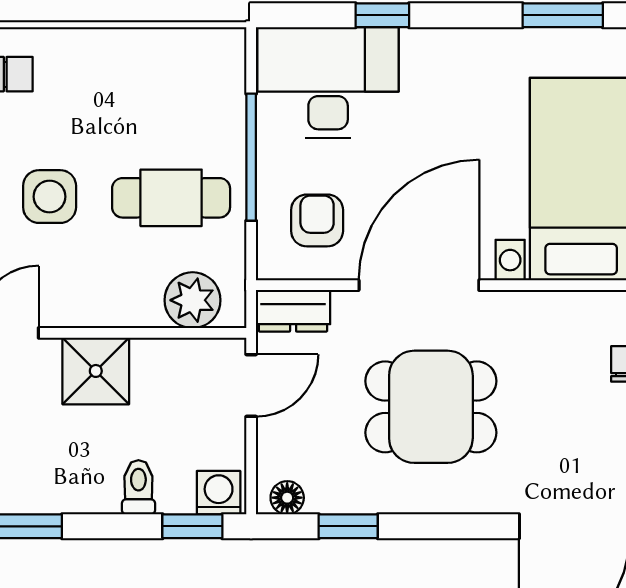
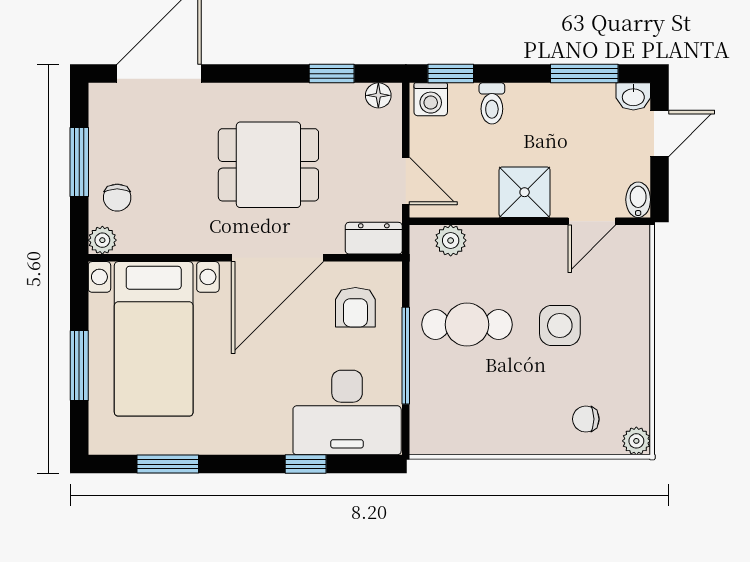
plant: (193, 300) -> (451, 240), width x0.73, depth x0.73
door: (251, 385) -> (406, 181), swing flipped

